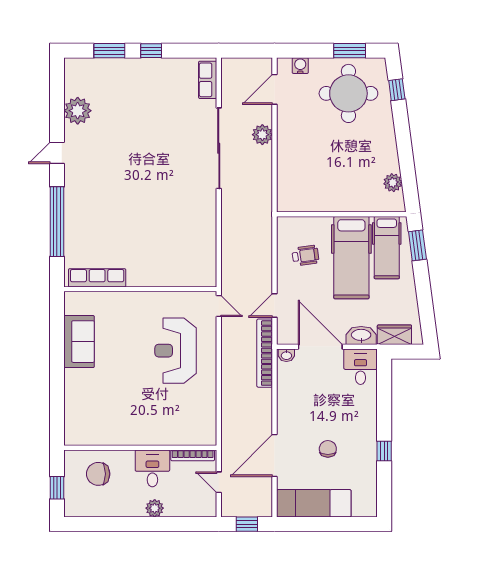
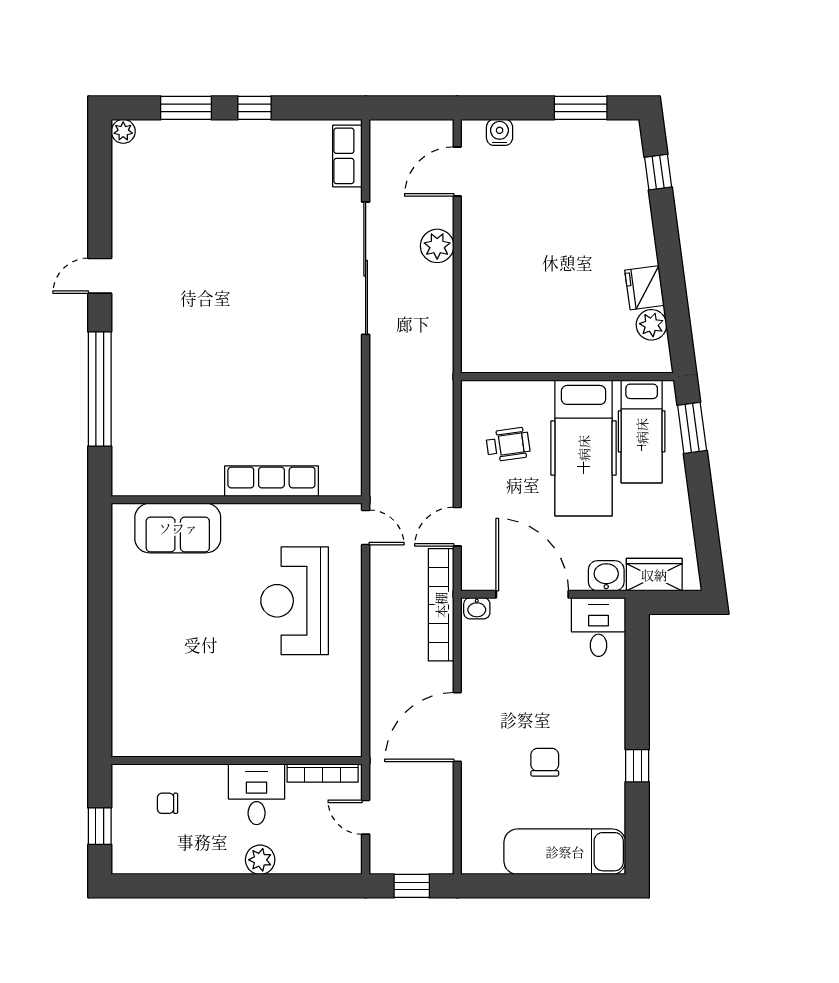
round table: (348, 93) -> (579, 178), removed
plant: (78, 111) -> (123, 131), moved, width x0.53, depth x0.53
fridge: (389, 160) -> (644, 288), added
row of seats: (97, 278) -> (271, 481), moved
washbasin: (361, 335) -> (606, 576), width x0.72
sofa: (79, 342) -> (178, 528), moved, turned 90
door: (275, 455) -> (457, 727), moved
chair: (98, 474) -> (167, 803), width x0.54, depth x0.54
exam couch: (314, 503) -> (565, 852), moved

